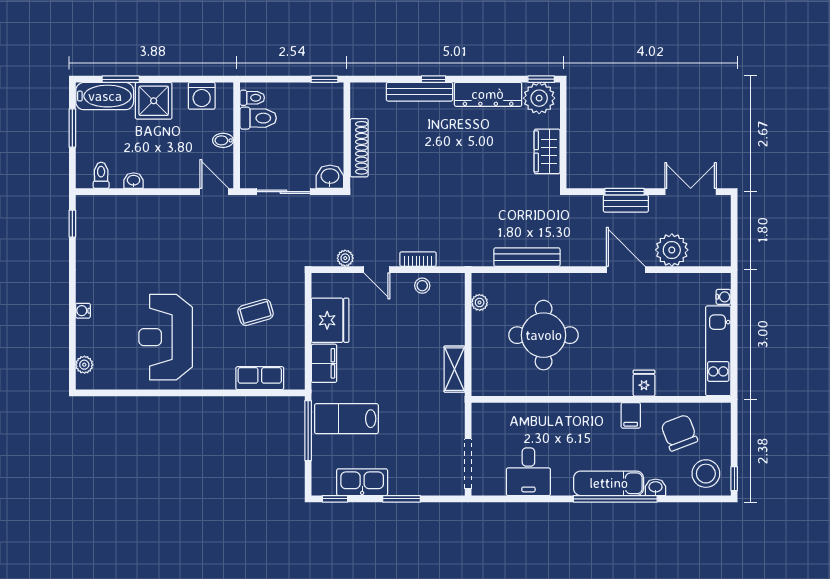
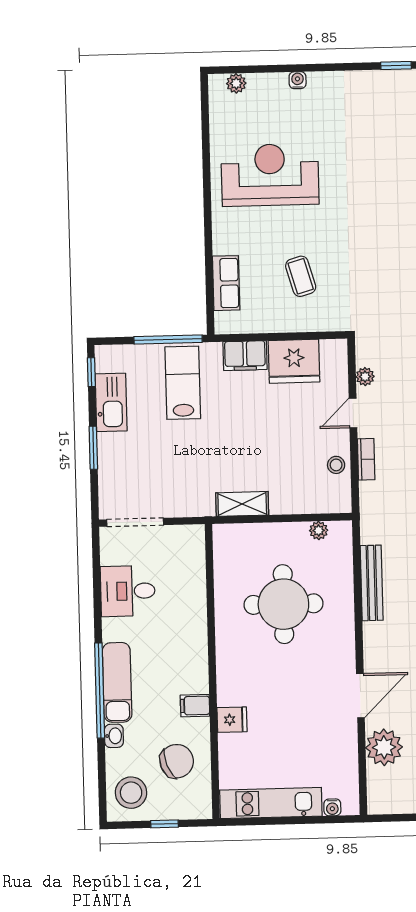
window: (734, 479) -> (164, 824), moved

